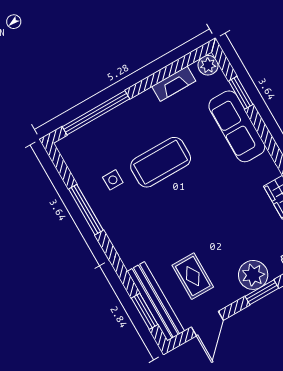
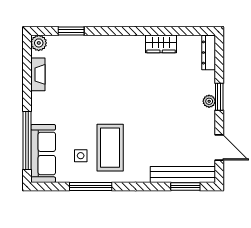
sofa: (237, 126) -> (43, 153), moved, turned -90
coffee table: (161, 162) -> (110, 148), moved
plant: (253, 275) -> (209, 101), width x0.53, depth x0.53
rug: (193, 276) -> (180, 138), removed

